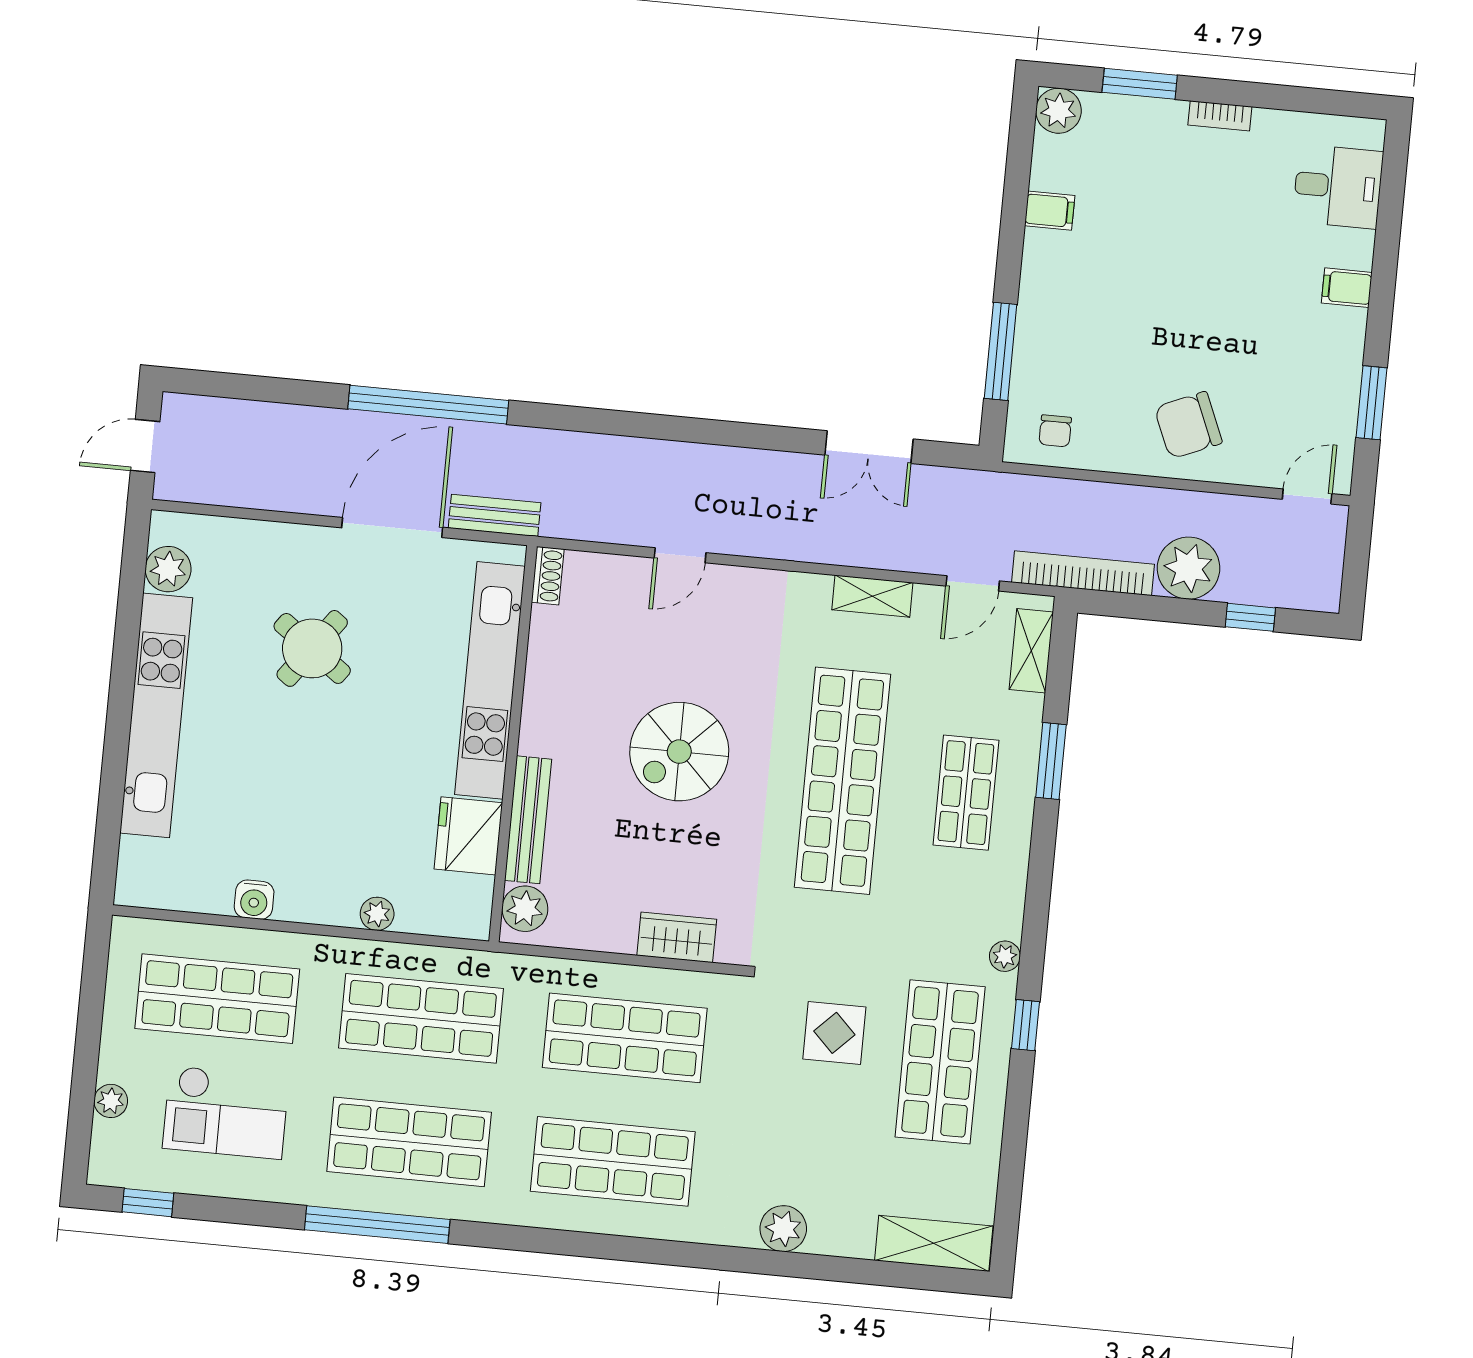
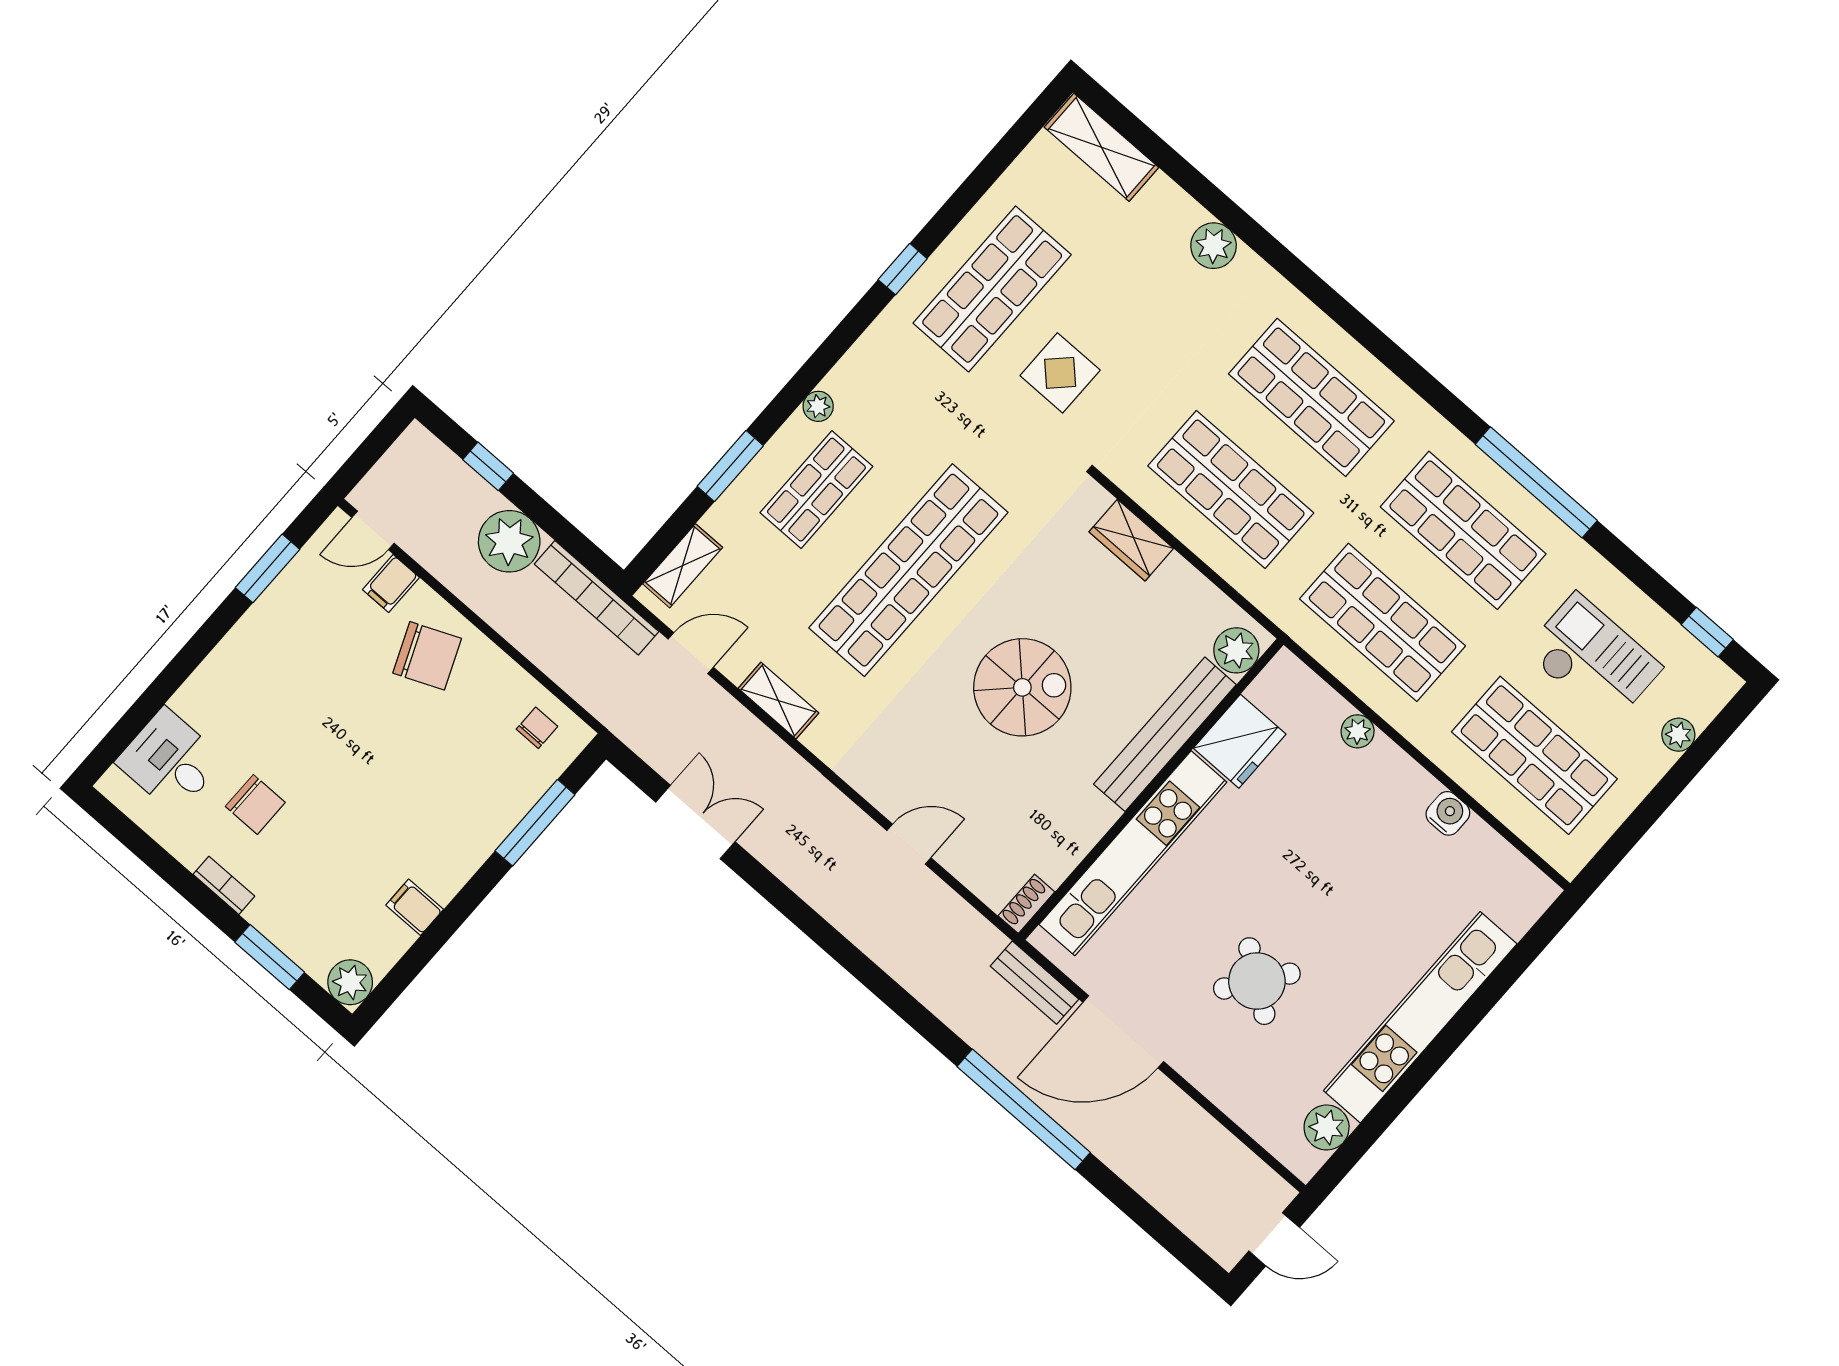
chair: (1242, 201) -> (255, 804), added
filing cabinet: (1347, 288) -> (391, 583), moved, turned 90
bench: (528, 820) -> (1165, 734), width x1.37, depth x1.21
plant: (1005, 956) -> (818, 406), moved

